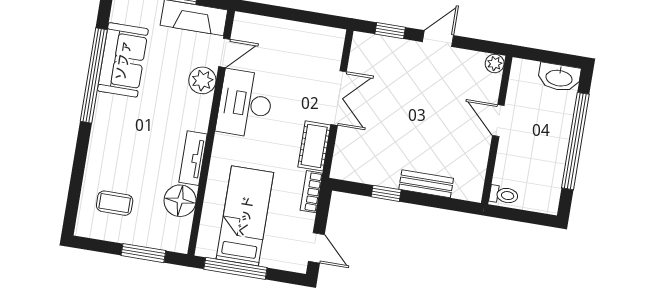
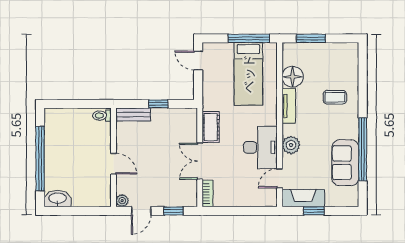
plant: (495, 64) -> (122, 201), moved
plant: (202, 80) -> (291, 145), moved
door: (498, 121) -> (113, 164), moved
wall: (497, 130) -> (113, 157), moved
bookcase: (311, 192) -> (208, 193), moved
toilet: (504, 195) -> (102, 116), moved
coffee table: (115, 203) -> (335, 97), moved

